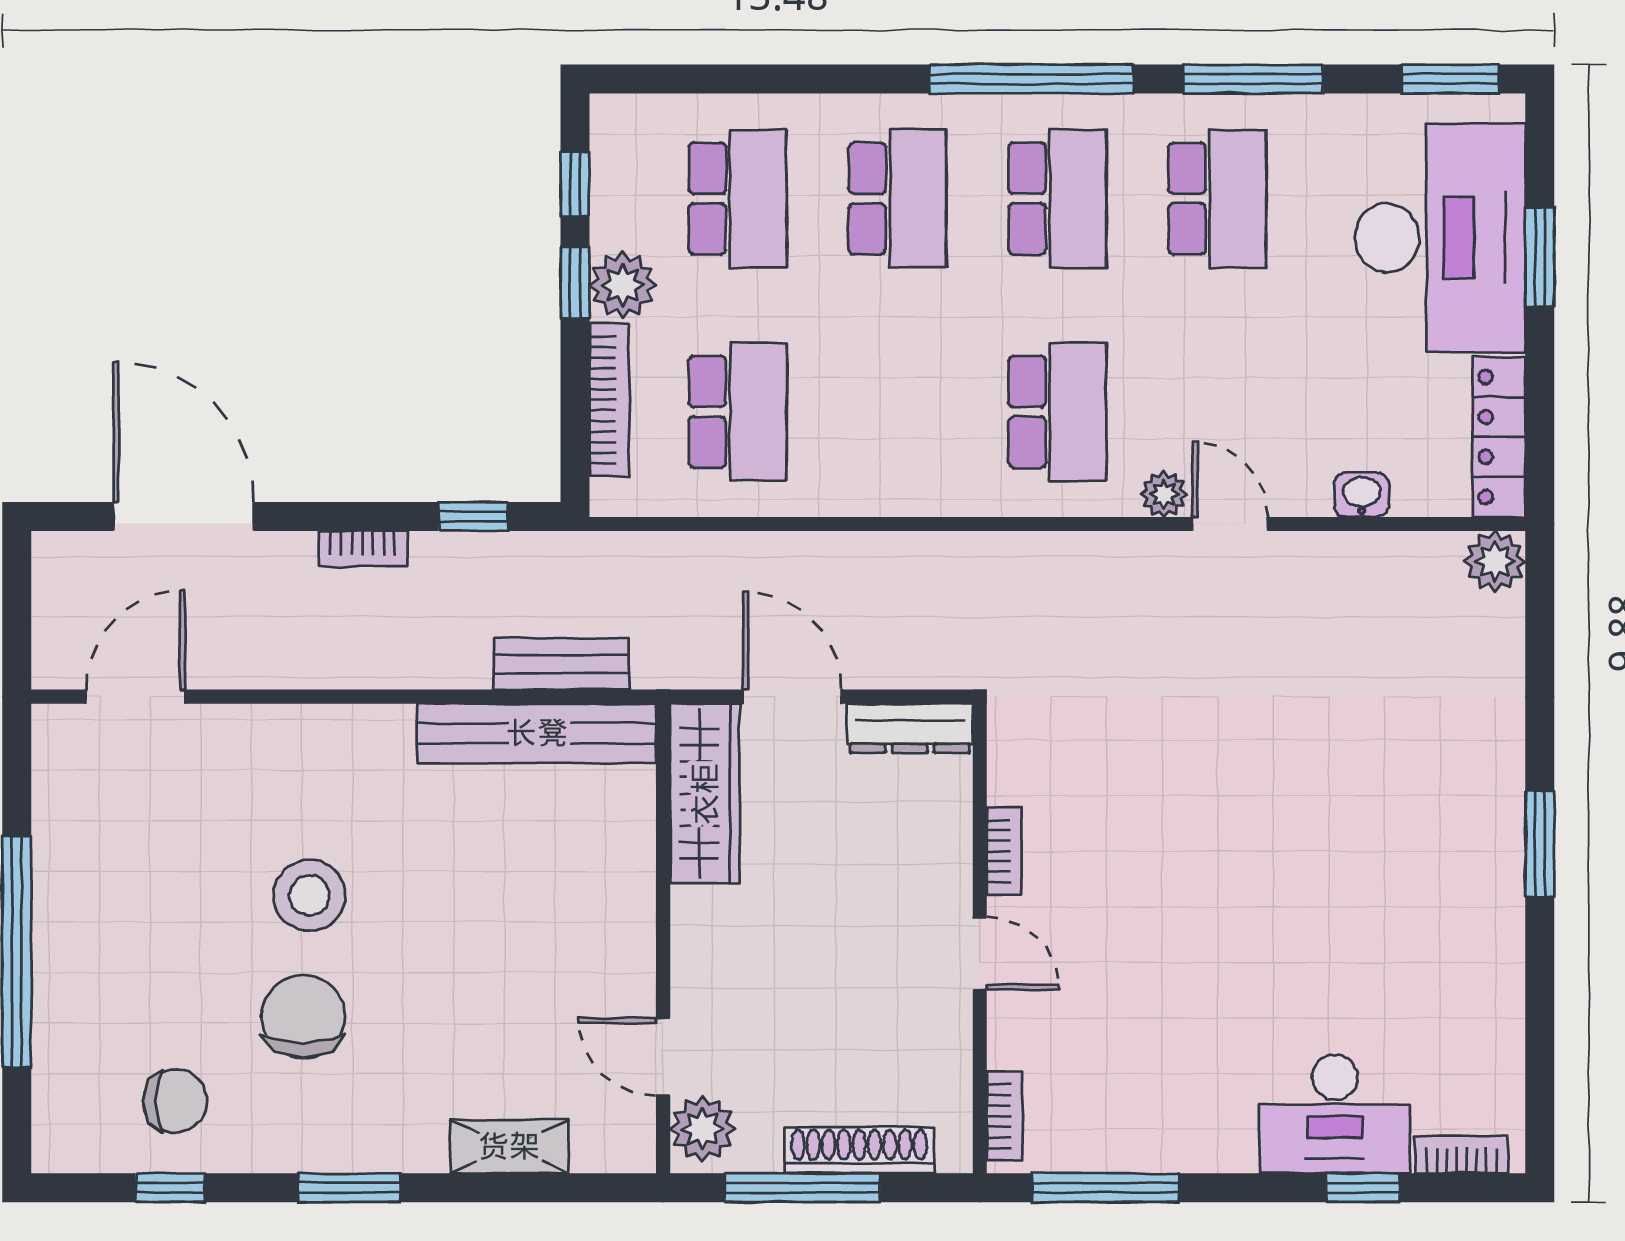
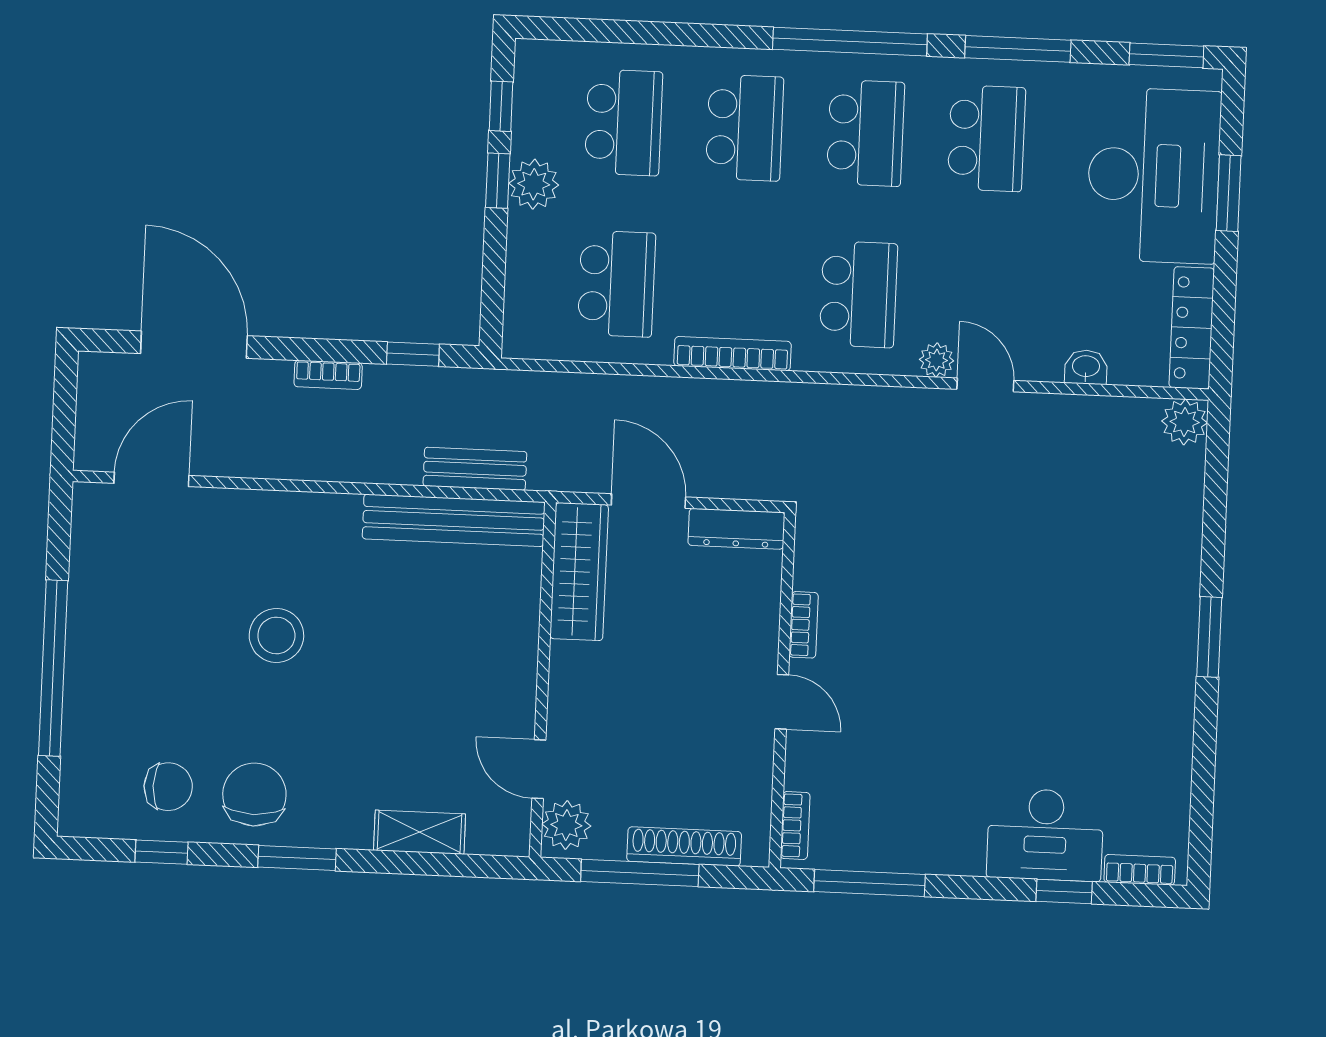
bookcase: (609, 400) -> (733, 354), moved, turned -90
chair: (303, 1017) -> (254, 794), moved

